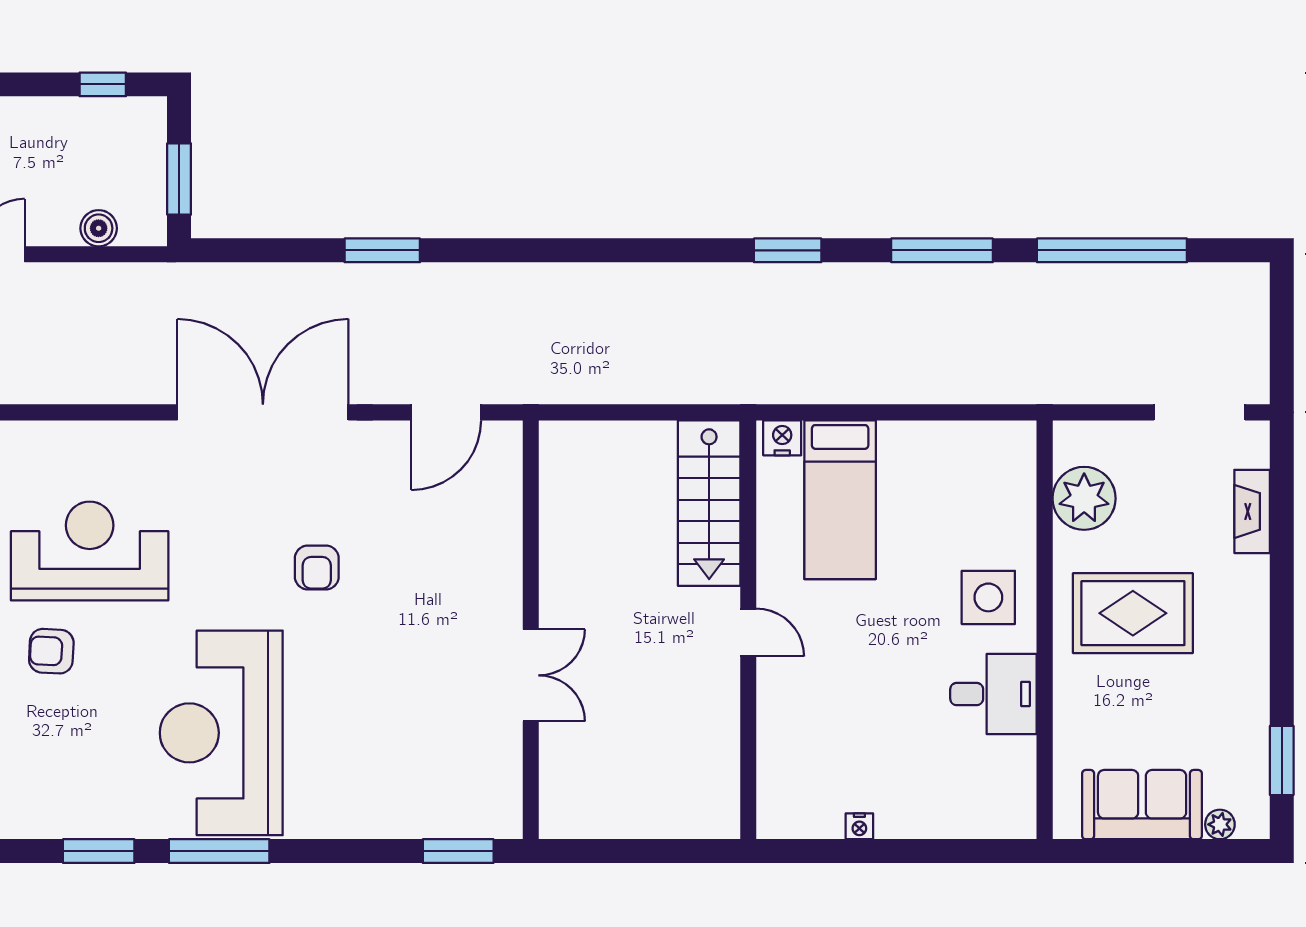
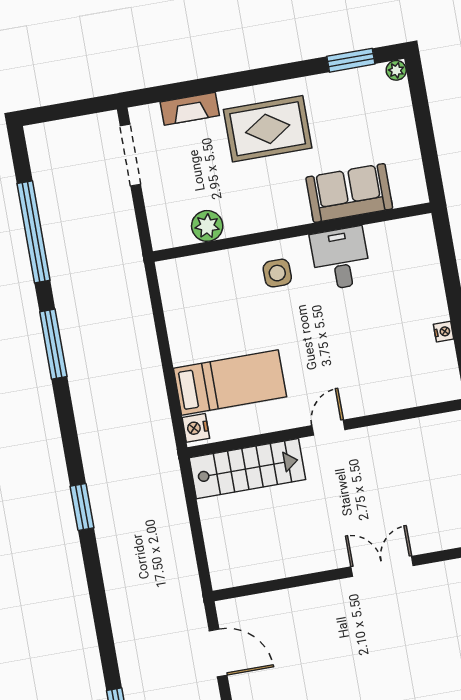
window: (788, 250) -> (82, 507), moved
plant: (1084, 498) -> (207, 226), width x0.73, depth x0.73
side table: (988, 597) -> (277, 273), width x0.73, depth x0.73
rug: (1133, 613) -> (268, 129), moved, turned 90
sofa: (1142, 805) -> (349, 193), moved, turned 90
plant: (1220, 824) -> (396, 70), moved

